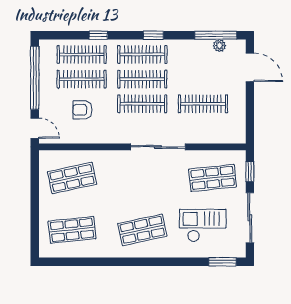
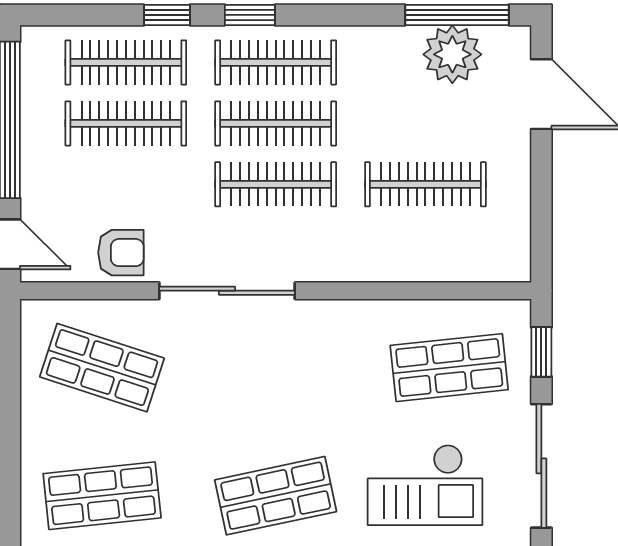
window: (153, 35) -> (250, 15), moved
plant: (219, 46) -> (452, 54), width x1.88, depth x1.88
armchair: (82, 110) -> (121, 253), moved, turned 180
sliding door: (158, 147) -> (227, 291), moved
shop shelf: (72, 178) -> (102, 368), turned 30
checkout: (203, 225) -> (425, 485), turned 180

